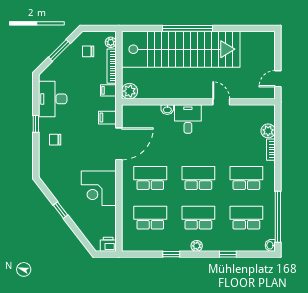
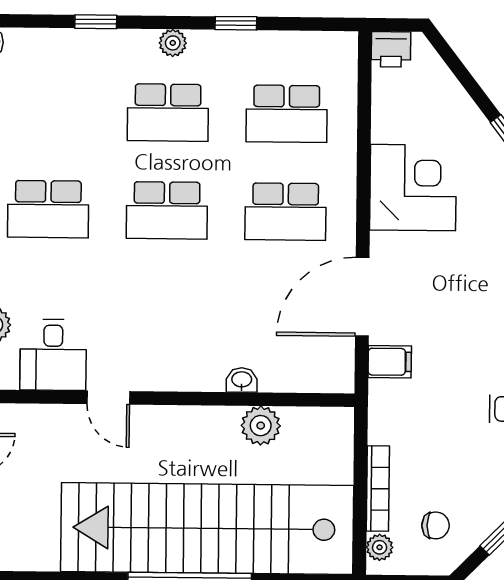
filing cabinet: (108, 90) -> (387, 429), removed
plant: (129, 91) -> (261, 426), moved
desk: (188, 119) -> (53, 355), moved
school desk: (246, 218) -> (49, 111), removed

